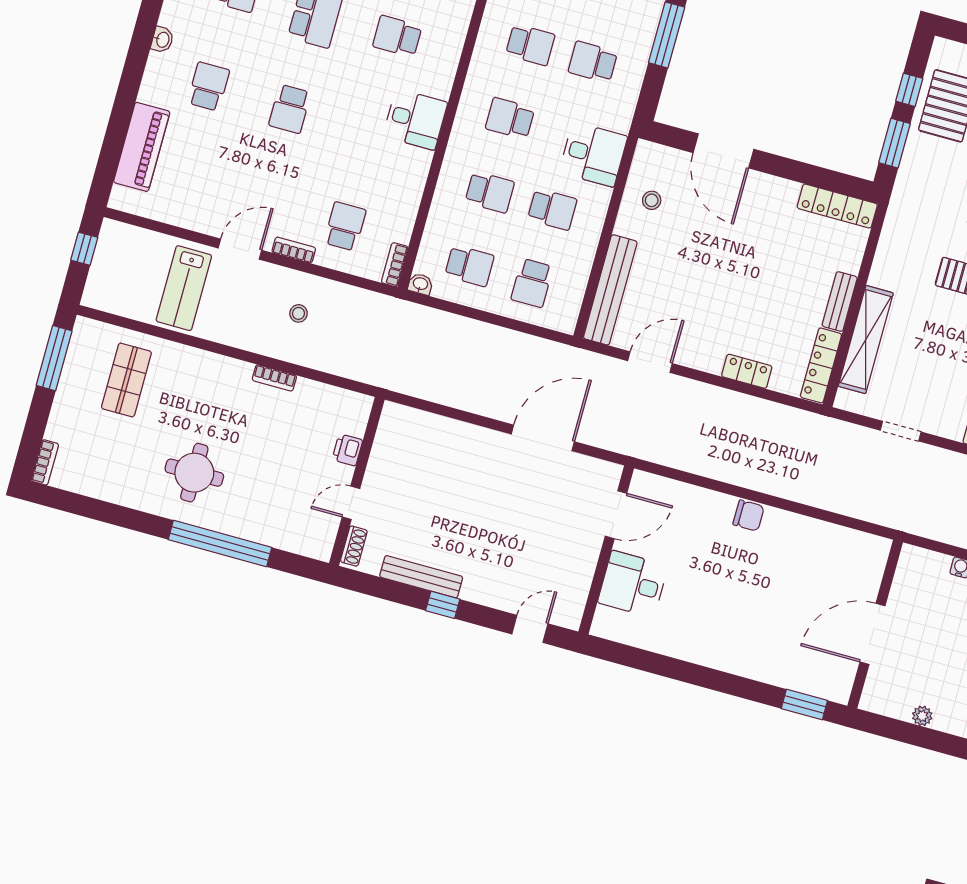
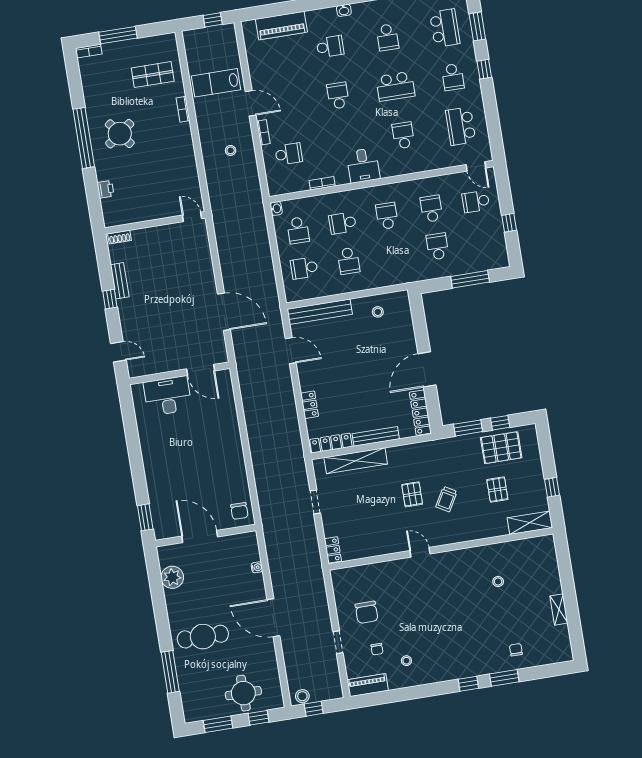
school desk: (530, 45) -> (431, 209), turned 180
school desk: (290, 109) -> (338, 96), turned 90
door: (723, 151) -> (427, 369), moved
desk: (593, 154) -> (388, 269), removed
school desk: (490, 192) -> (342, 223), turned 90
bookcase: (395, 265) -> (322, 183), moved
bench: (840, 301) -> (376, 436), width x1.36
window: (54, 358) -> (118, 35), moved
bookcase: (274, 378) -> (183, 109), moved
printer: (347, 450) -> (106, 189), moved, turned 90
round table: (194, 473) -> (120, 134), turned -37
door: (351, 503) -> (192, 217), moved
chair: (749, 516) -> (239, 511), moved
window: (220, 544) -> (84, 138), moved
bench: (421, 577) -> (120, 281), width x0.73
desk: (633, 584) -> (168, 396), width x1.37
plant: (922, 716) -> (172, 577), width x1.88, depth x1.88

